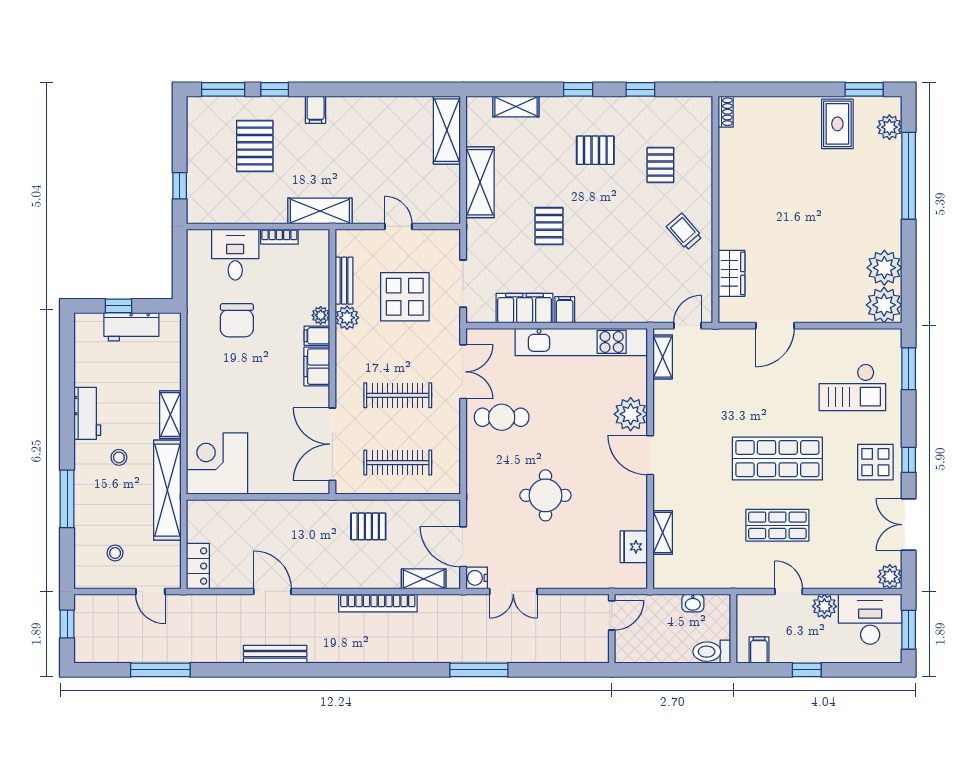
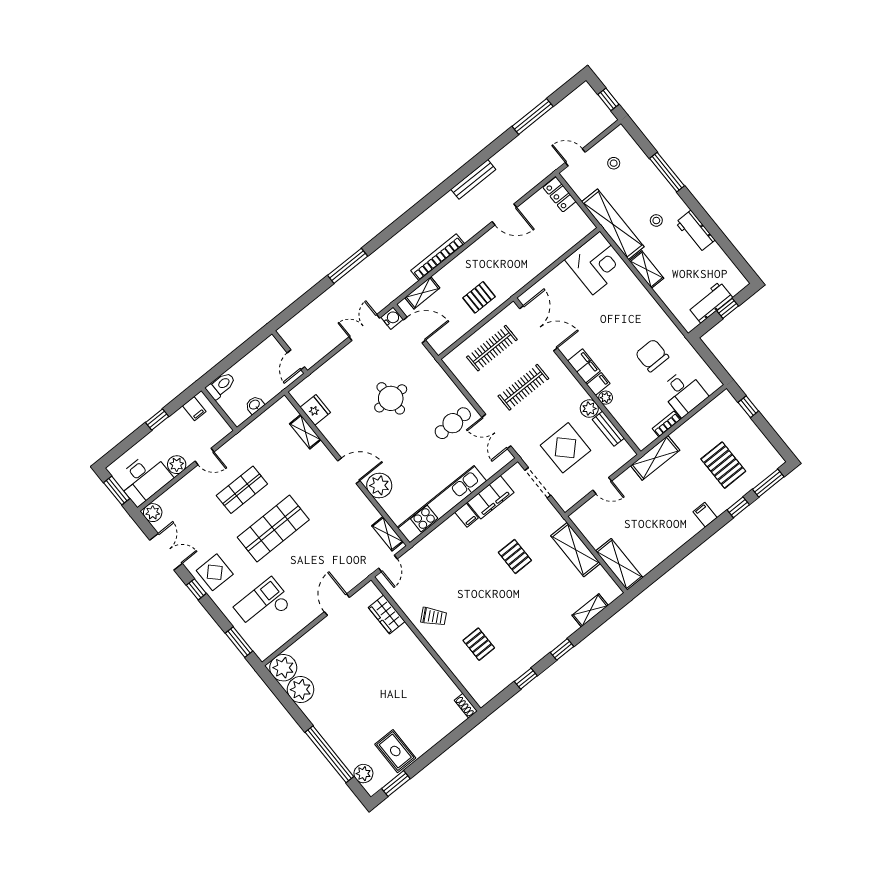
pallet: (595, 150) -> (523, 622), removed

